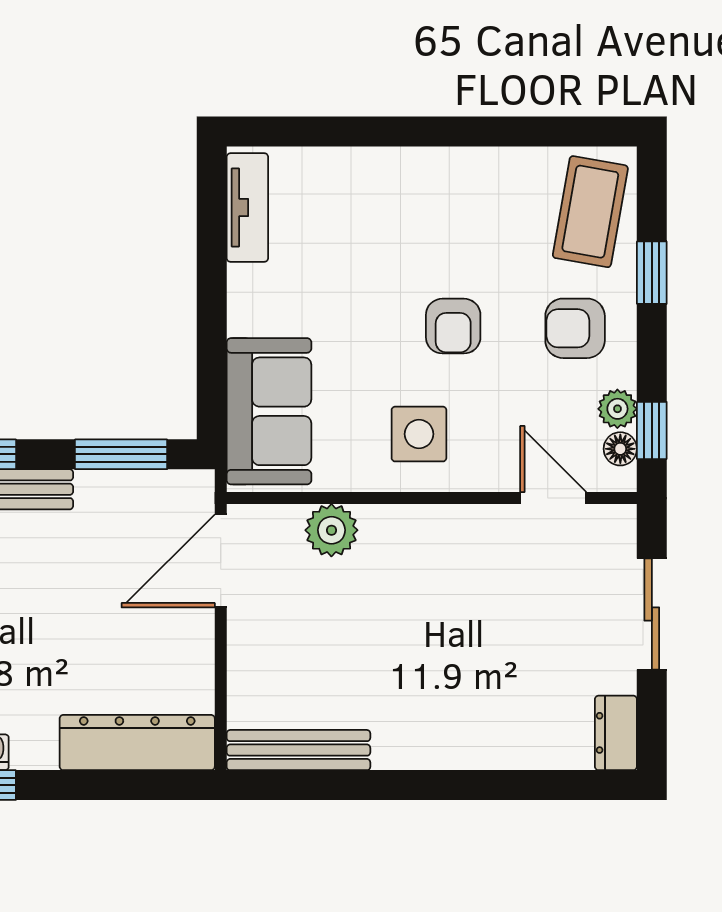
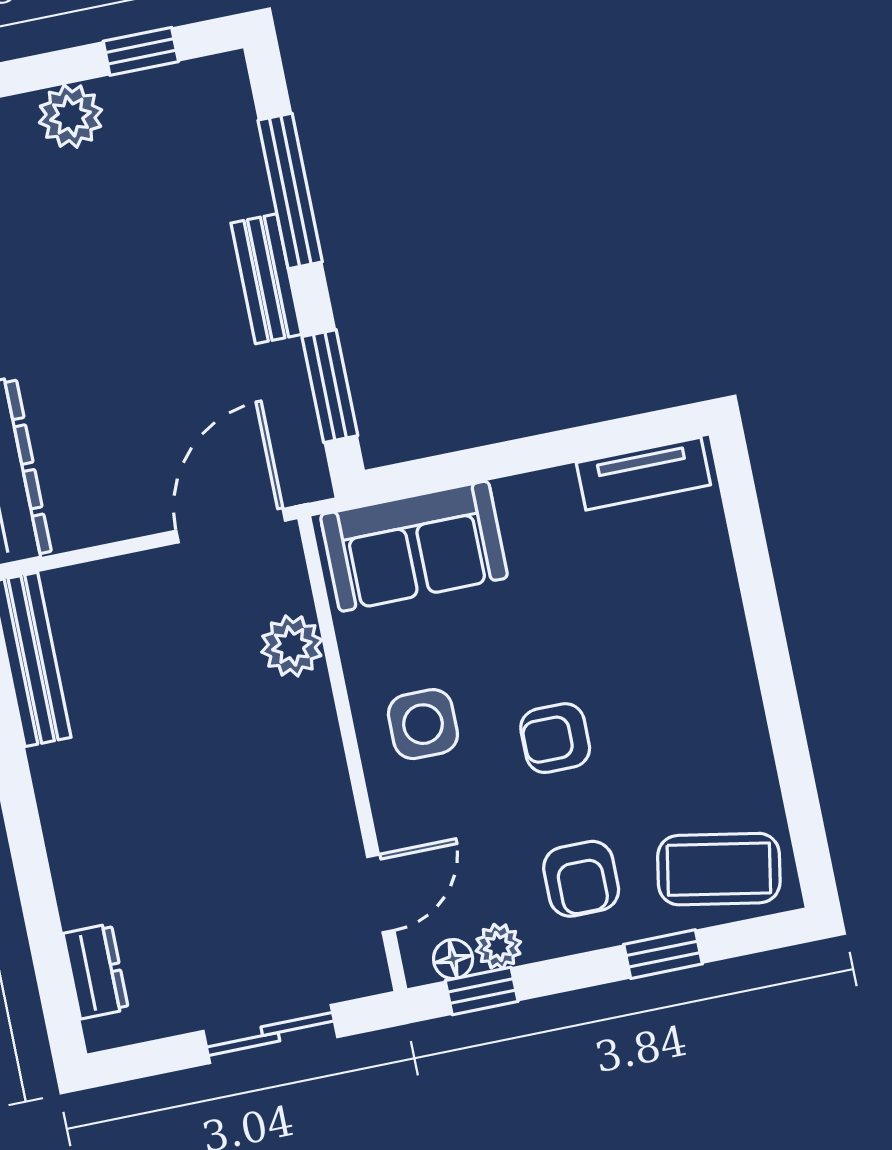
armchair: (575, 328) -> (581, 879), turned 180
door: (221, 561) -> (231, 526), hinge flipped
dresser: (616, 733) -> (96, 971), moved, turned 90

